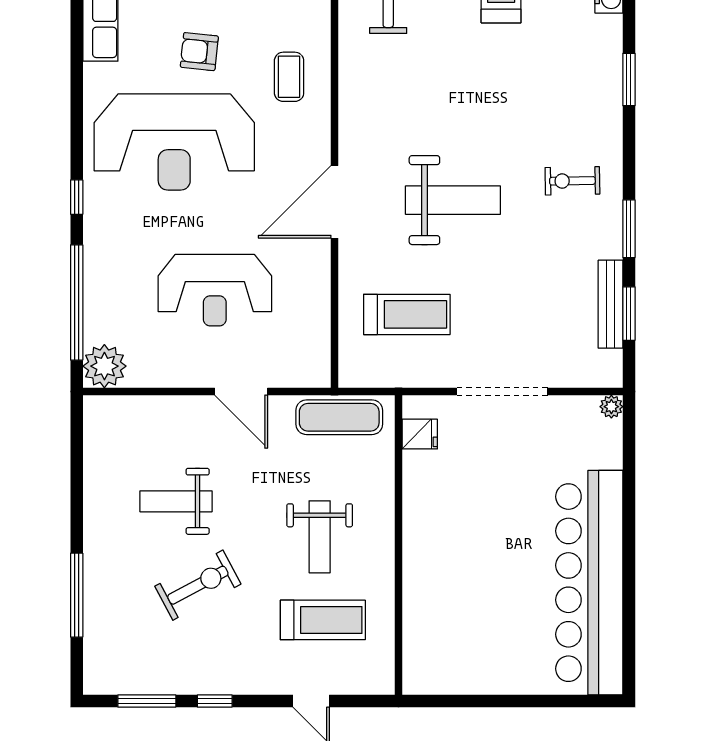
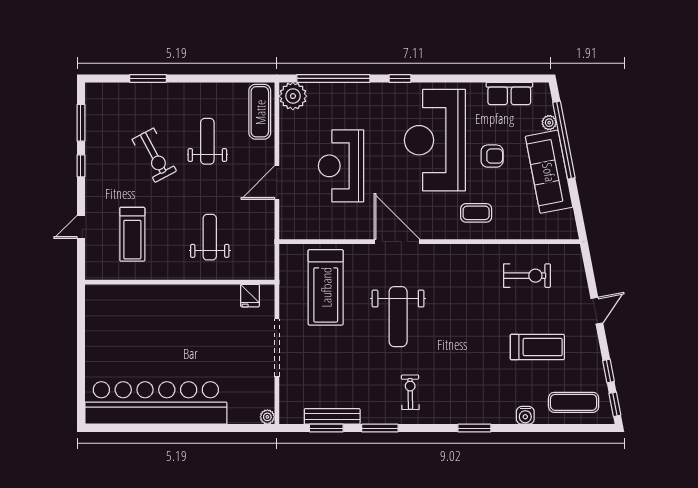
armchair: (199, 52) -> (492, 156), turned 84
treadmill: (407, 314) -> (326, 287), width x1.37, depth x1.38
exercise mat: (339, 417) -> (260, 112), moved
weight bench: (320, 537) -> (210, 237), moved, turned 90
window: (77, 595) -> (148, 78), width x0.69

